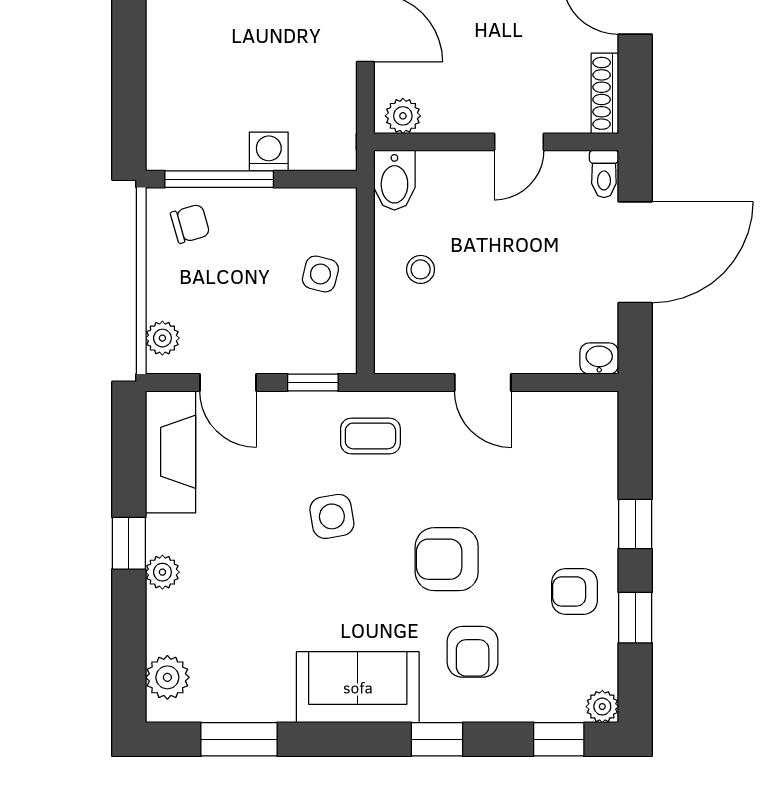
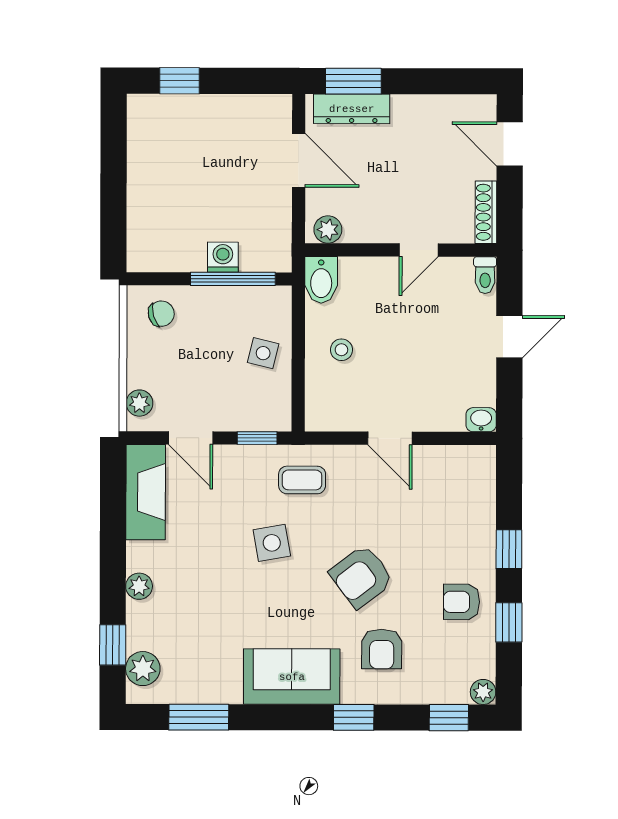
window: (219, 179) -> (233, 279), moved
door: (635, 252) -> (509, 337), width x0.53
window: (129, 543) -> (113, 645), moved
armchair: (447, 559) -> (362, 576), turned -37

